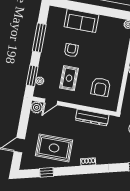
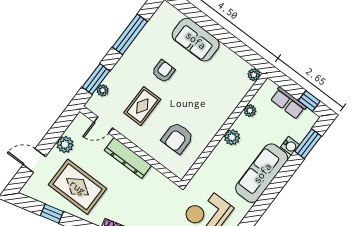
plant: (37, 107) -> (65, 144), moved
dresser: (92, 118) -> (128, 158), moved

